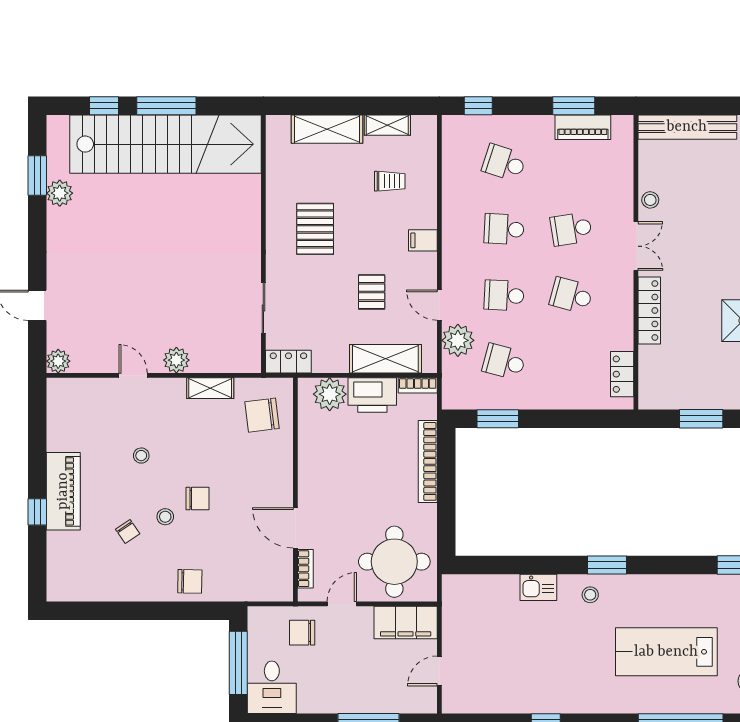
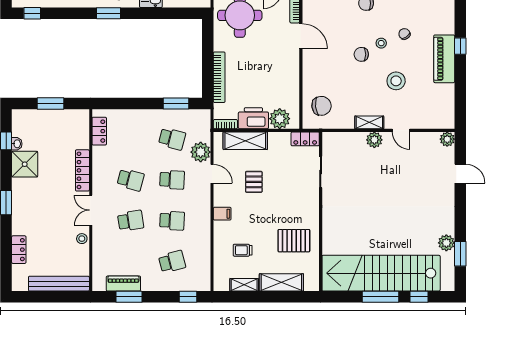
school desk: (504, 163) -> (172, 262), turned -33
pallet: (315, 229) -> (294, 241), moved, turned 90
shelving: (210, 388) -> (369, 122), moved
stool: (141, 456) -> (396, 81), width x1.89, depth x1.89

